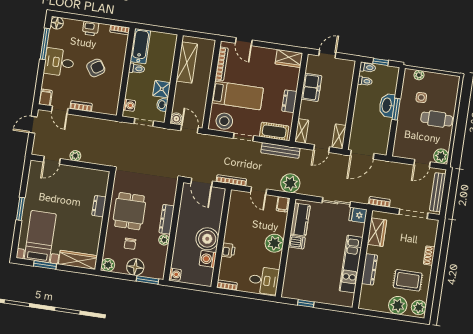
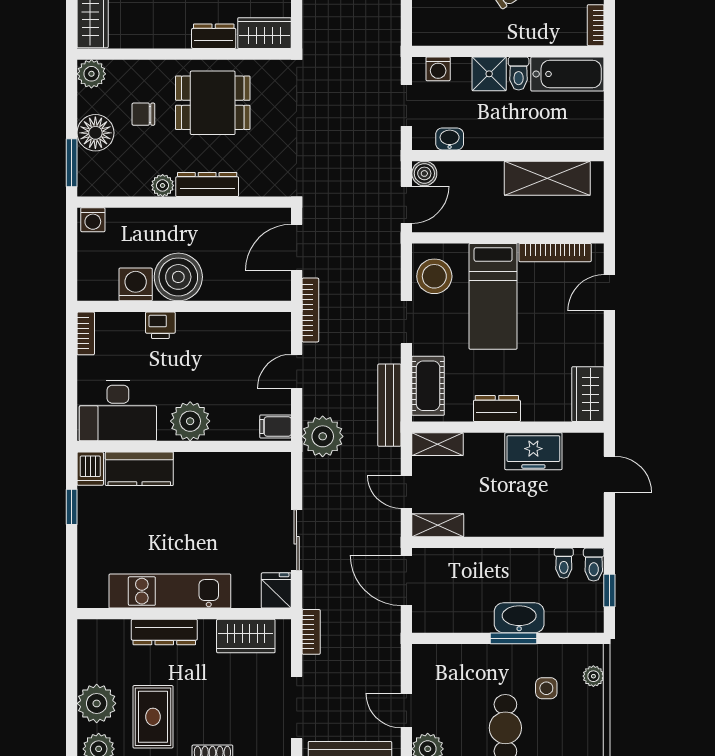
shower: (162, 89) -> (489, 74), moved
wardrobe: (101, 183) -> (265, 33), added
kitchen counter: (300, 220) -> (139, 469), moved
dishwasher: (297, 242) -> (90, 469), moved
desk: (264, 280) -> (118, 411), width x1.37

